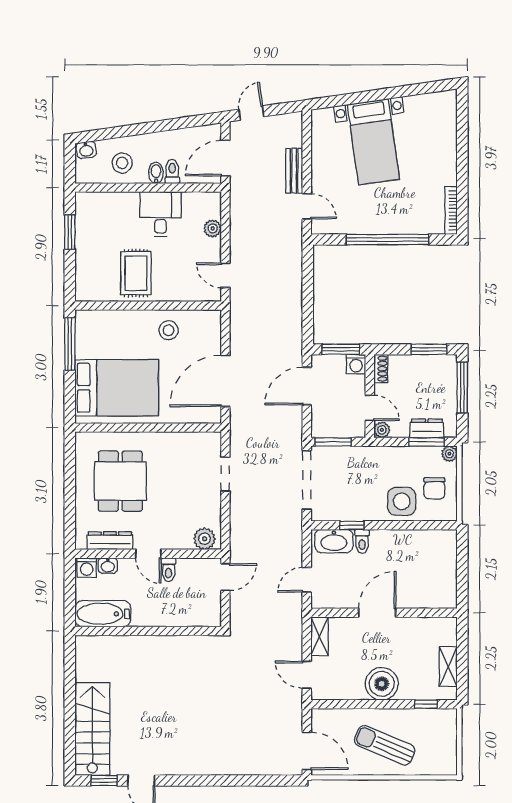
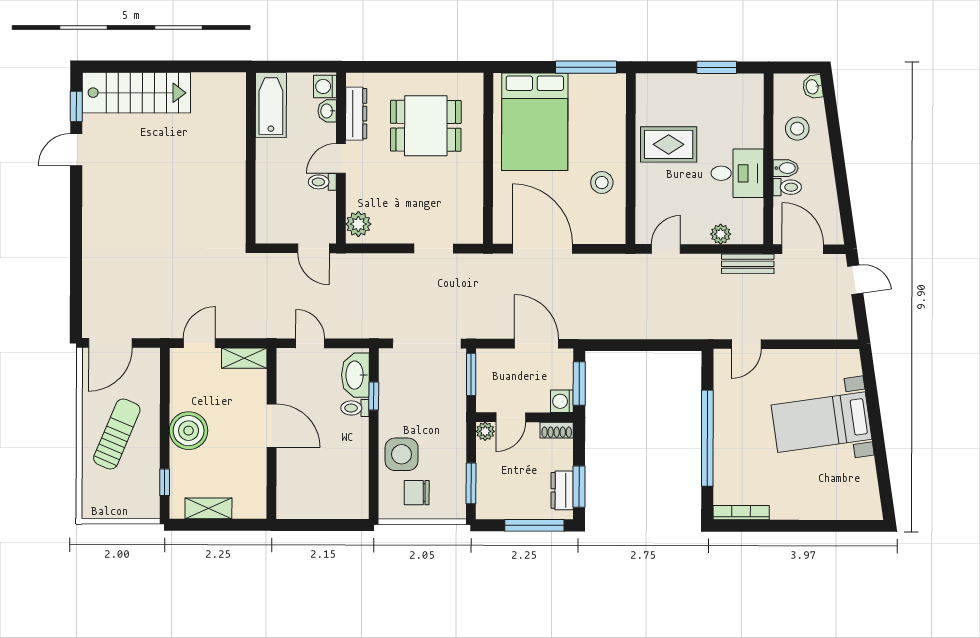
bench: (294, 171) -> (748, 264), moved
dresser: (427, 428) -> (562, 490), moved, turned 180
plant: (449, 454) -> (457, 510), removed

